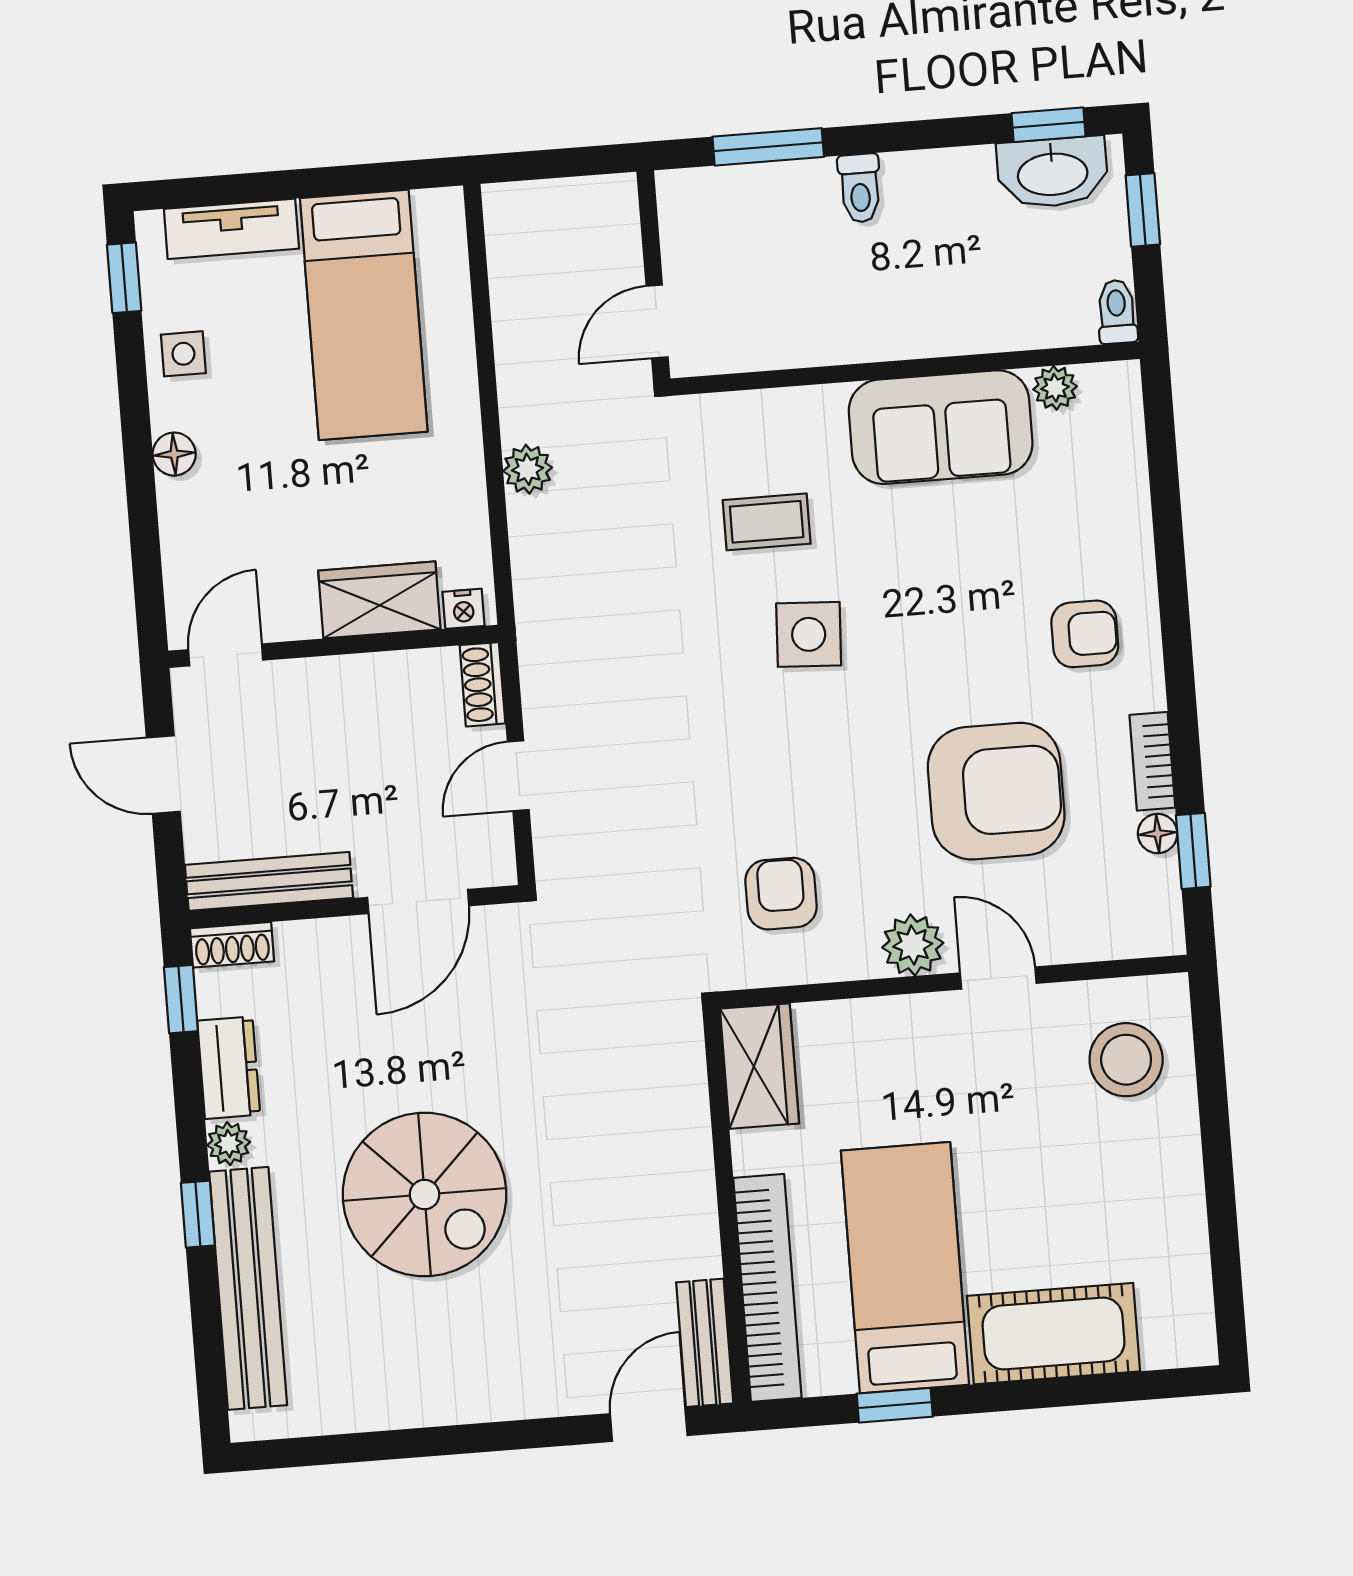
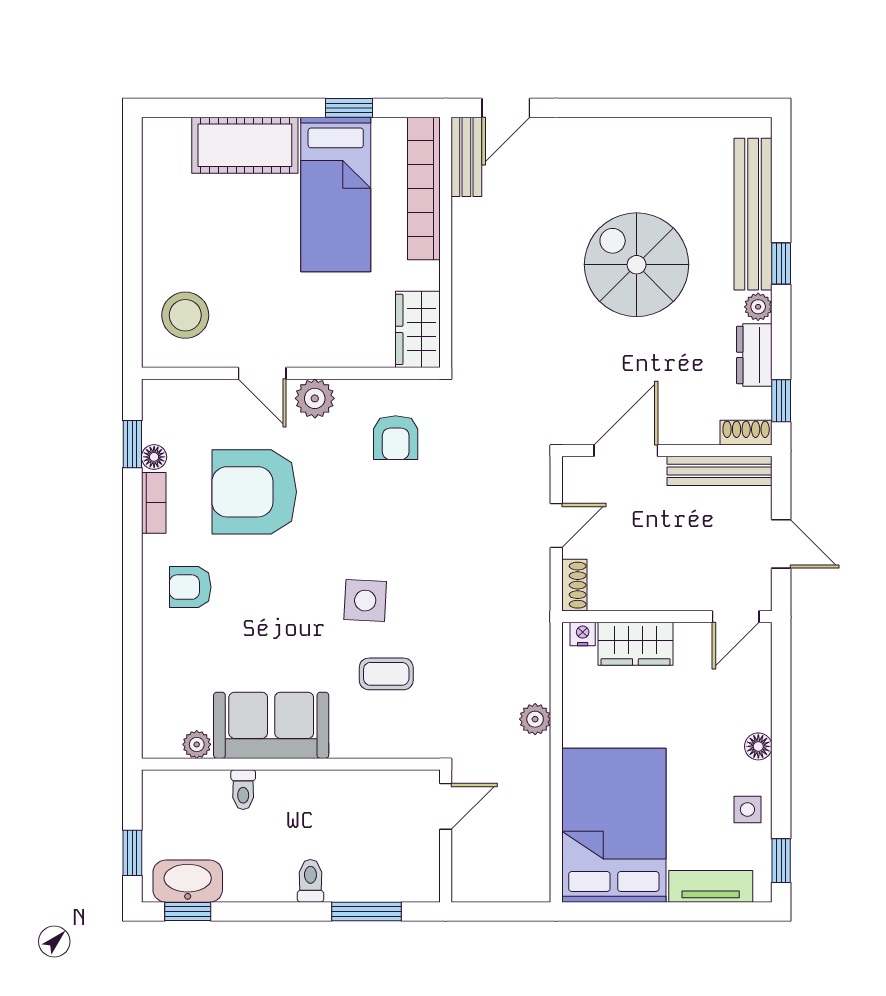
toilet: (1117, 312) -> (243, 790), moved
bed: (364, 315) -> (614, 825), width x1.50

